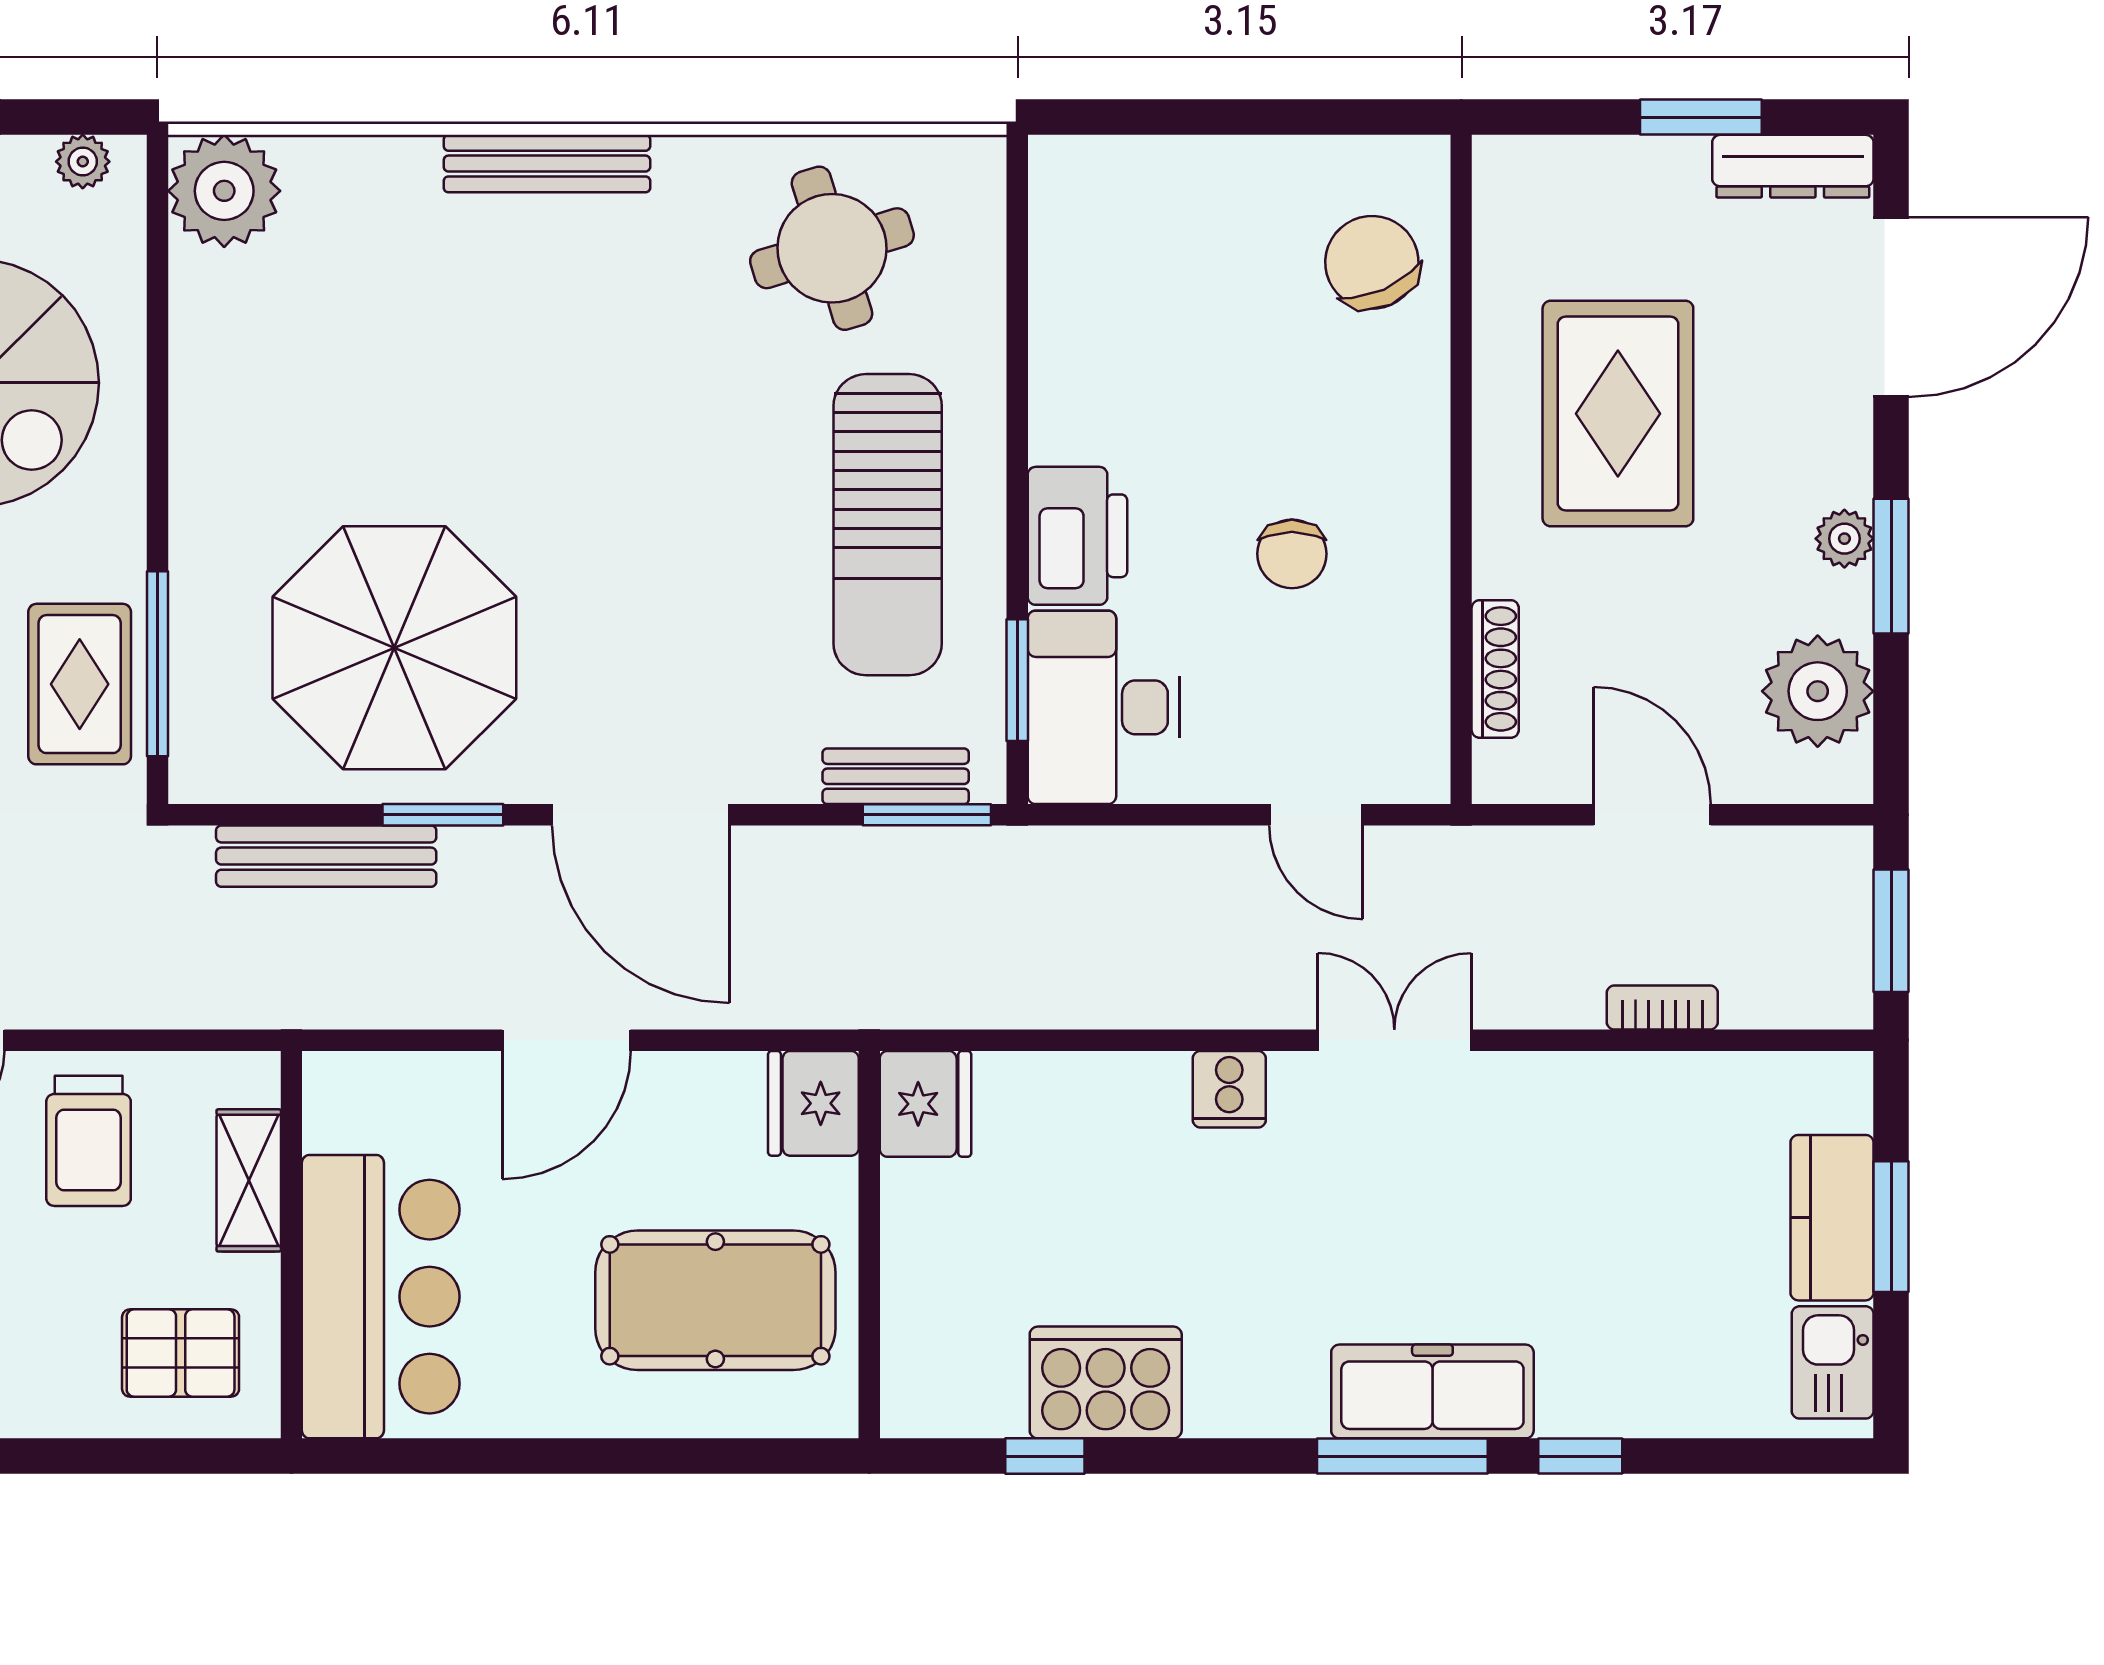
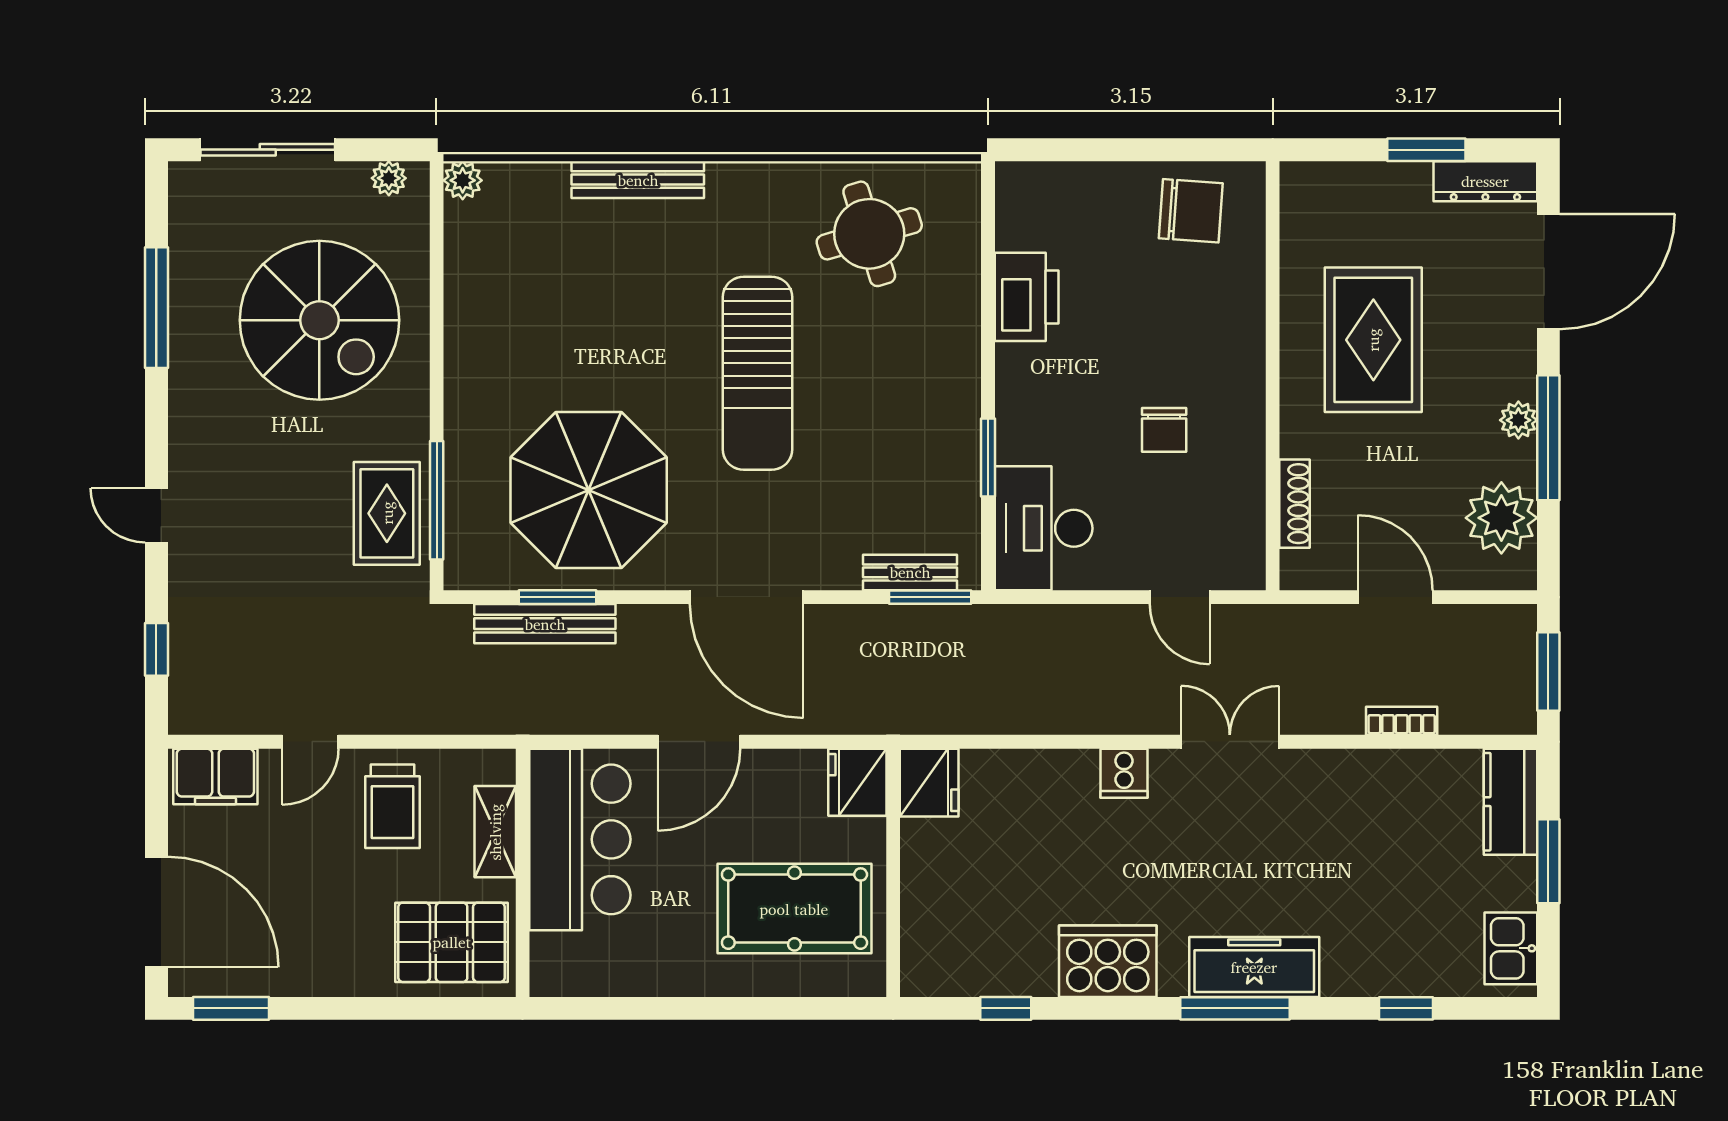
bench: (547, 164) -> (638, 180), moved
plant: (224, 191) -> (463, 180), width x0.53, depth x0.53
chair: (1372, 262) -> (1191, 211), moved, turned 118
sun lounger: (888, 525) -> (757, 373), moved
printer: (1077, 536) -> (1027, 297), moved
window: (1891, 566) -> (1548, 438), width x1.44
window: (1017, 680) -> (988, 457), moved
window: (443, 815) -> (558, 597), moved
kitchen counter: (1832, 1218) -> (1510, 802), moved
bar counter: (381, 1297) -> (580, 839), moved
pallet: (181, 1353) -> (452, 942), width x1.50, depth x1.42
cooker: (1106, 1382) -> (1108, 961), moved
window: (1580, 1456) -> (1406, 1008), moved

